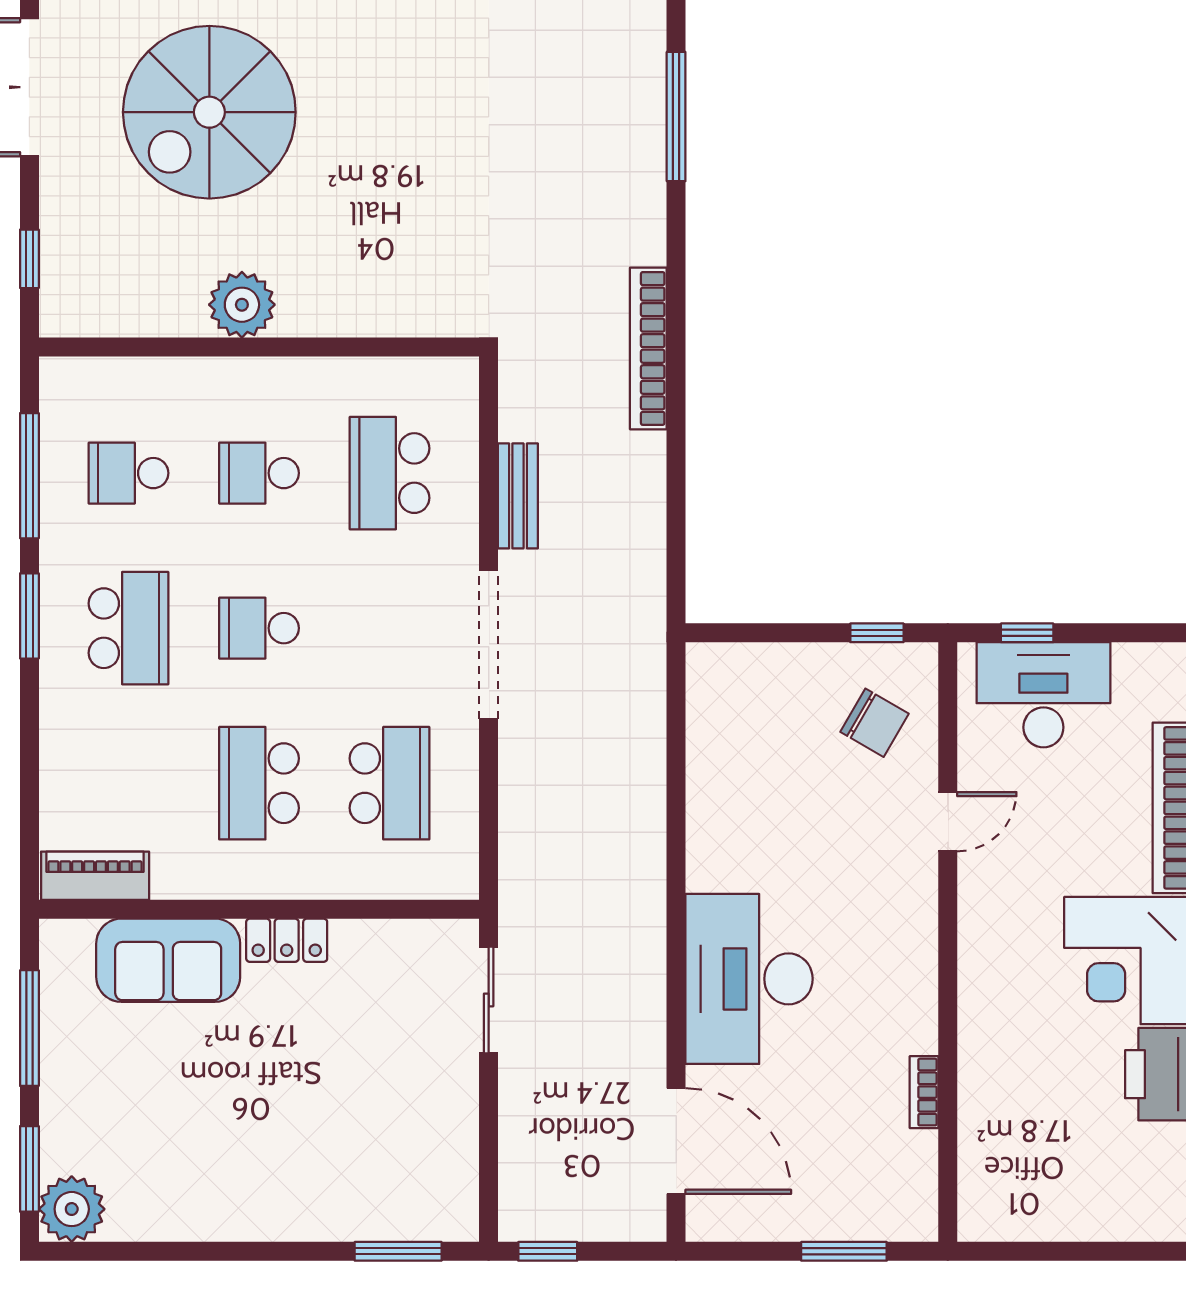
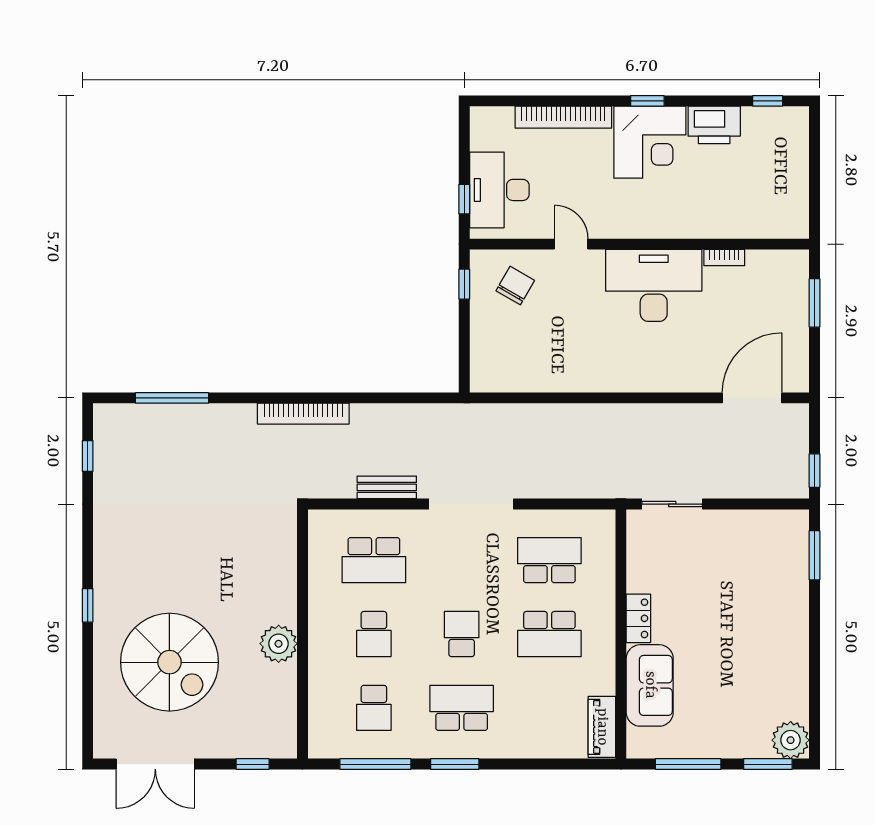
school desk: (259, 628) -> (462, 634), turned 180
desk: (749, 979) -> (654, 285), moved, turned 180

